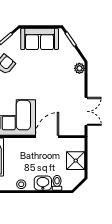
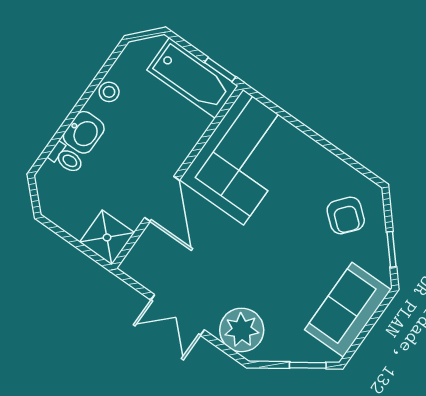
plant: (79, 68) -> (242, 330), width x1.88, depth x1.88
double door: (86, 111) -> (178, 315), moved
shower: (76, 161) -> (107, 237), moved

